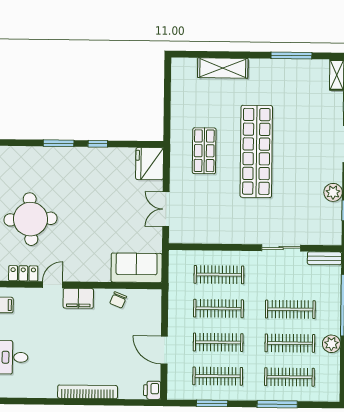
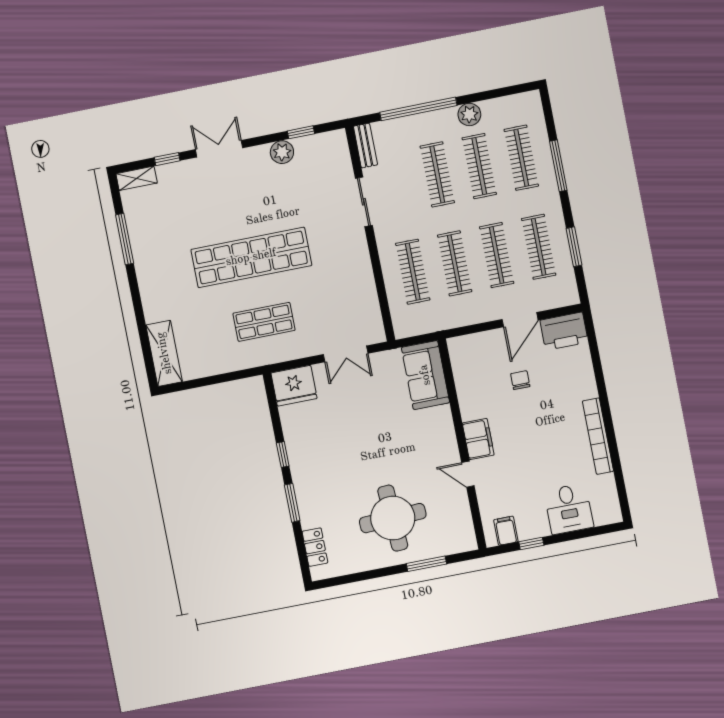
shelving: (223, 68) -> (164, 353), moved
locker: (23, 273) -> (315, 547), moved, turned 180
chair: (118, 300) -> (520, 380), moved, turned -112
printer: (152, 390) -> (564, 331), width x1.87, depth x1.48
bookcase: (88, 392) -> (598, 436), moved

